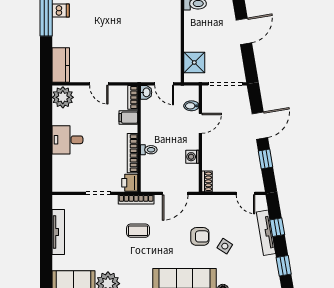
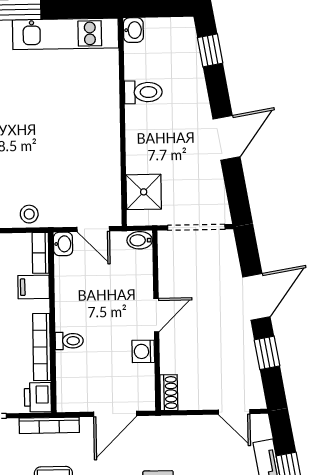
stool: (126, 74) -> (29, 214), added
bidet: (191, 106) -> (140, 240), moved
door: (200, 123) -> (156, 315), moved

